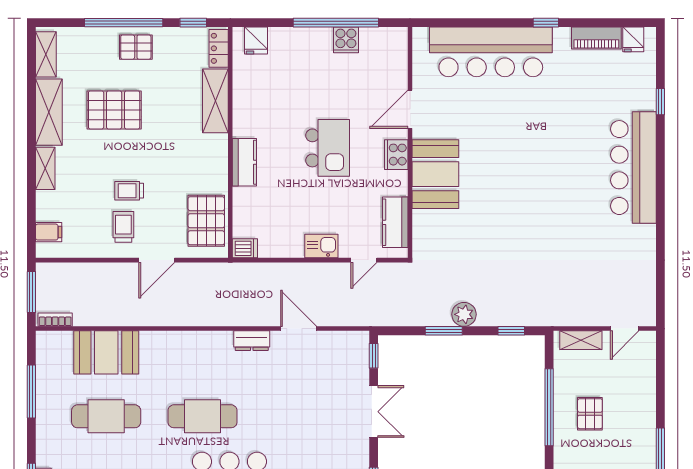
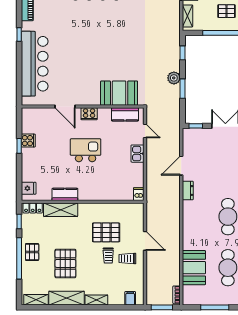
window: (336, 23) -> (19, 146), width x0.32
kitchen counter: (244, 162) -> (65, 194), moved
booth: (435, 174) -> (119, 93), moved
pallet: (206, 221) -> (106, 232), moved

